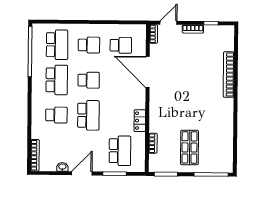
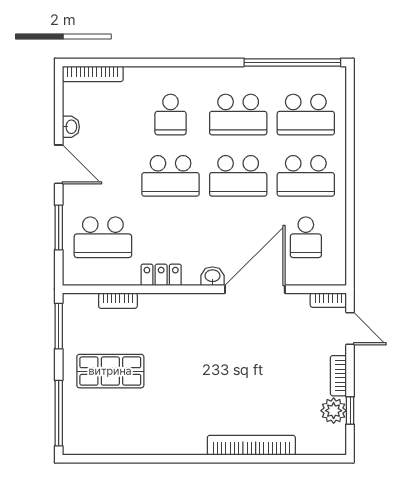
plant: (211, 32) -> (334, 411), added
school desk: (89, 45) -> (306, 176), width x1.85
school desk: (89, 80) -> (238, 176), width x1.85
washbasin: (141, 94) -> (212, 276), added

